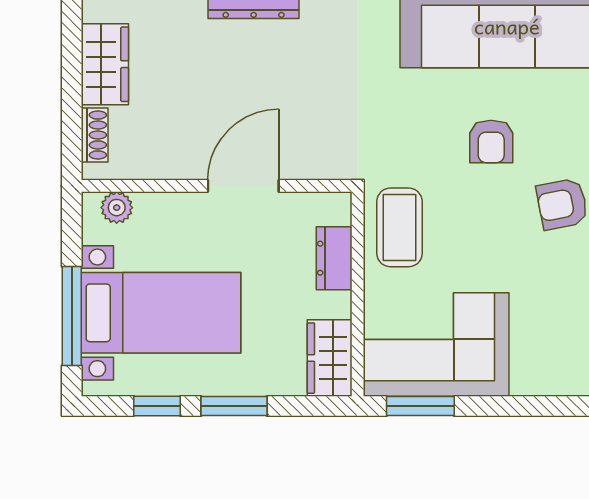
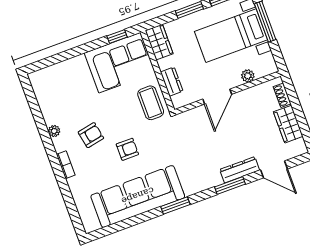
armchair: (491, 141) -> (127, 149), turned 90
plant: (117, 208) -> (248, 76), moved
window: (420, 406) -> (117, 37), width x0.67

